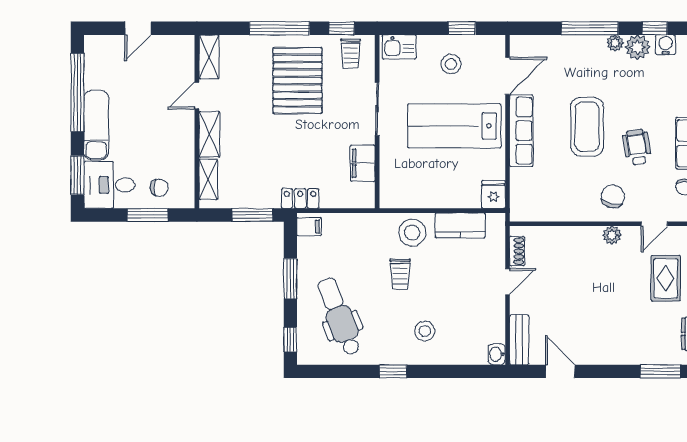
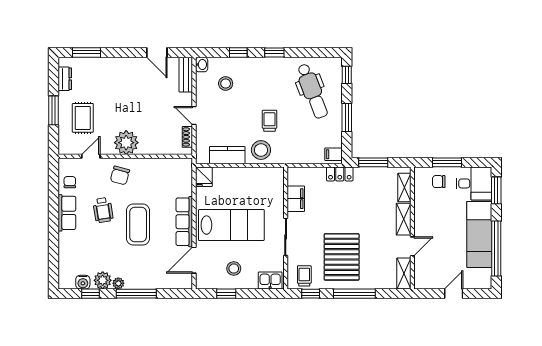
exam couch: (96, 125) -> (479, 234), width x1.36, depth x1.45
plant: (612, 235) -> (126, 143), width x1.88, depth x1.88
door: (507, 282) -> (194, 116), hinge flipped
stool: (425, 331) -> (226, 84), moved
window: (444, 371) -> (238, 52), added

